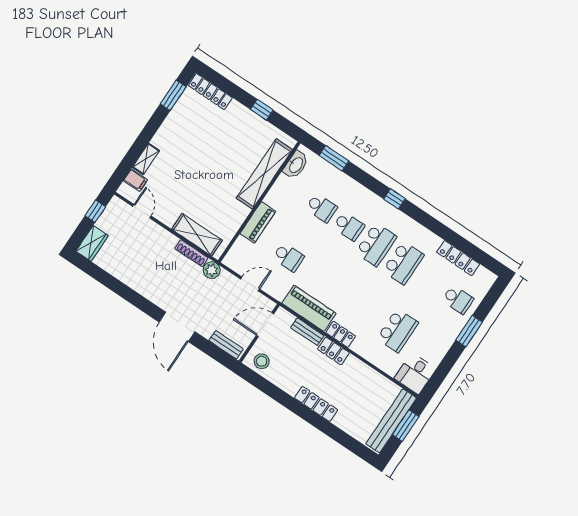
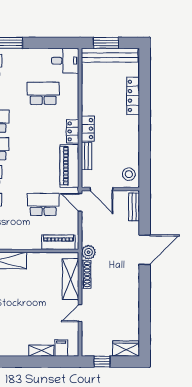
door: (142, 211) -> (80, 313), moved
piano: (258, 222) -> (58, 242), moved
school desk: (288, 257) -> (43, 204), width x1.85
door: (250, 284) -> (80, 202), moved
locker: (316, 404) -> (133, 96), moved

